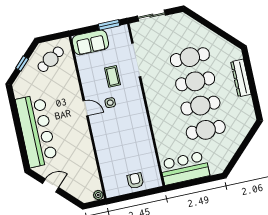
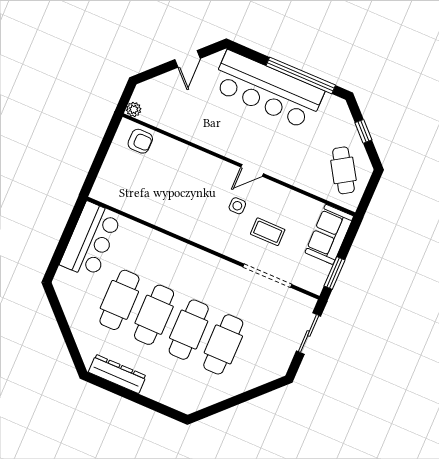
dresser: (241, 78) -> (117, 374), moved
window: (16, 118) -> (301, 75), added
armchair: (135, 181) -> (140, 141), moved

